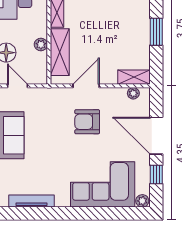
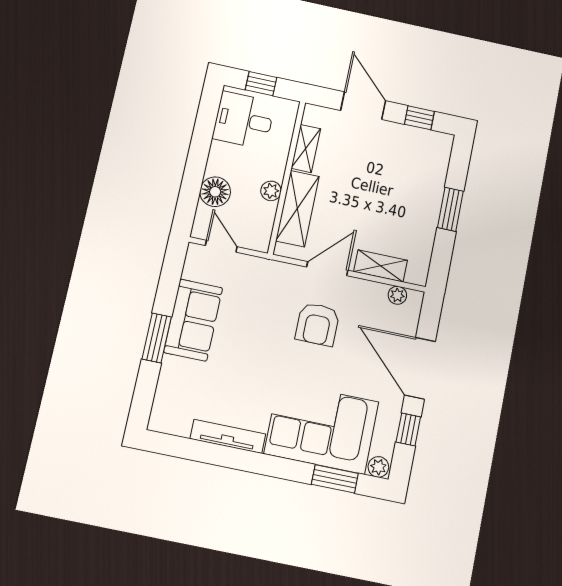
shelving: (134, 77) -> (380, 266), moved
armchair: (87, 122) -> (317, 324), turned -90
tv unit: (31, 201) -> (228, 436), moved
window: (117, 213) -> (335, 479), added

